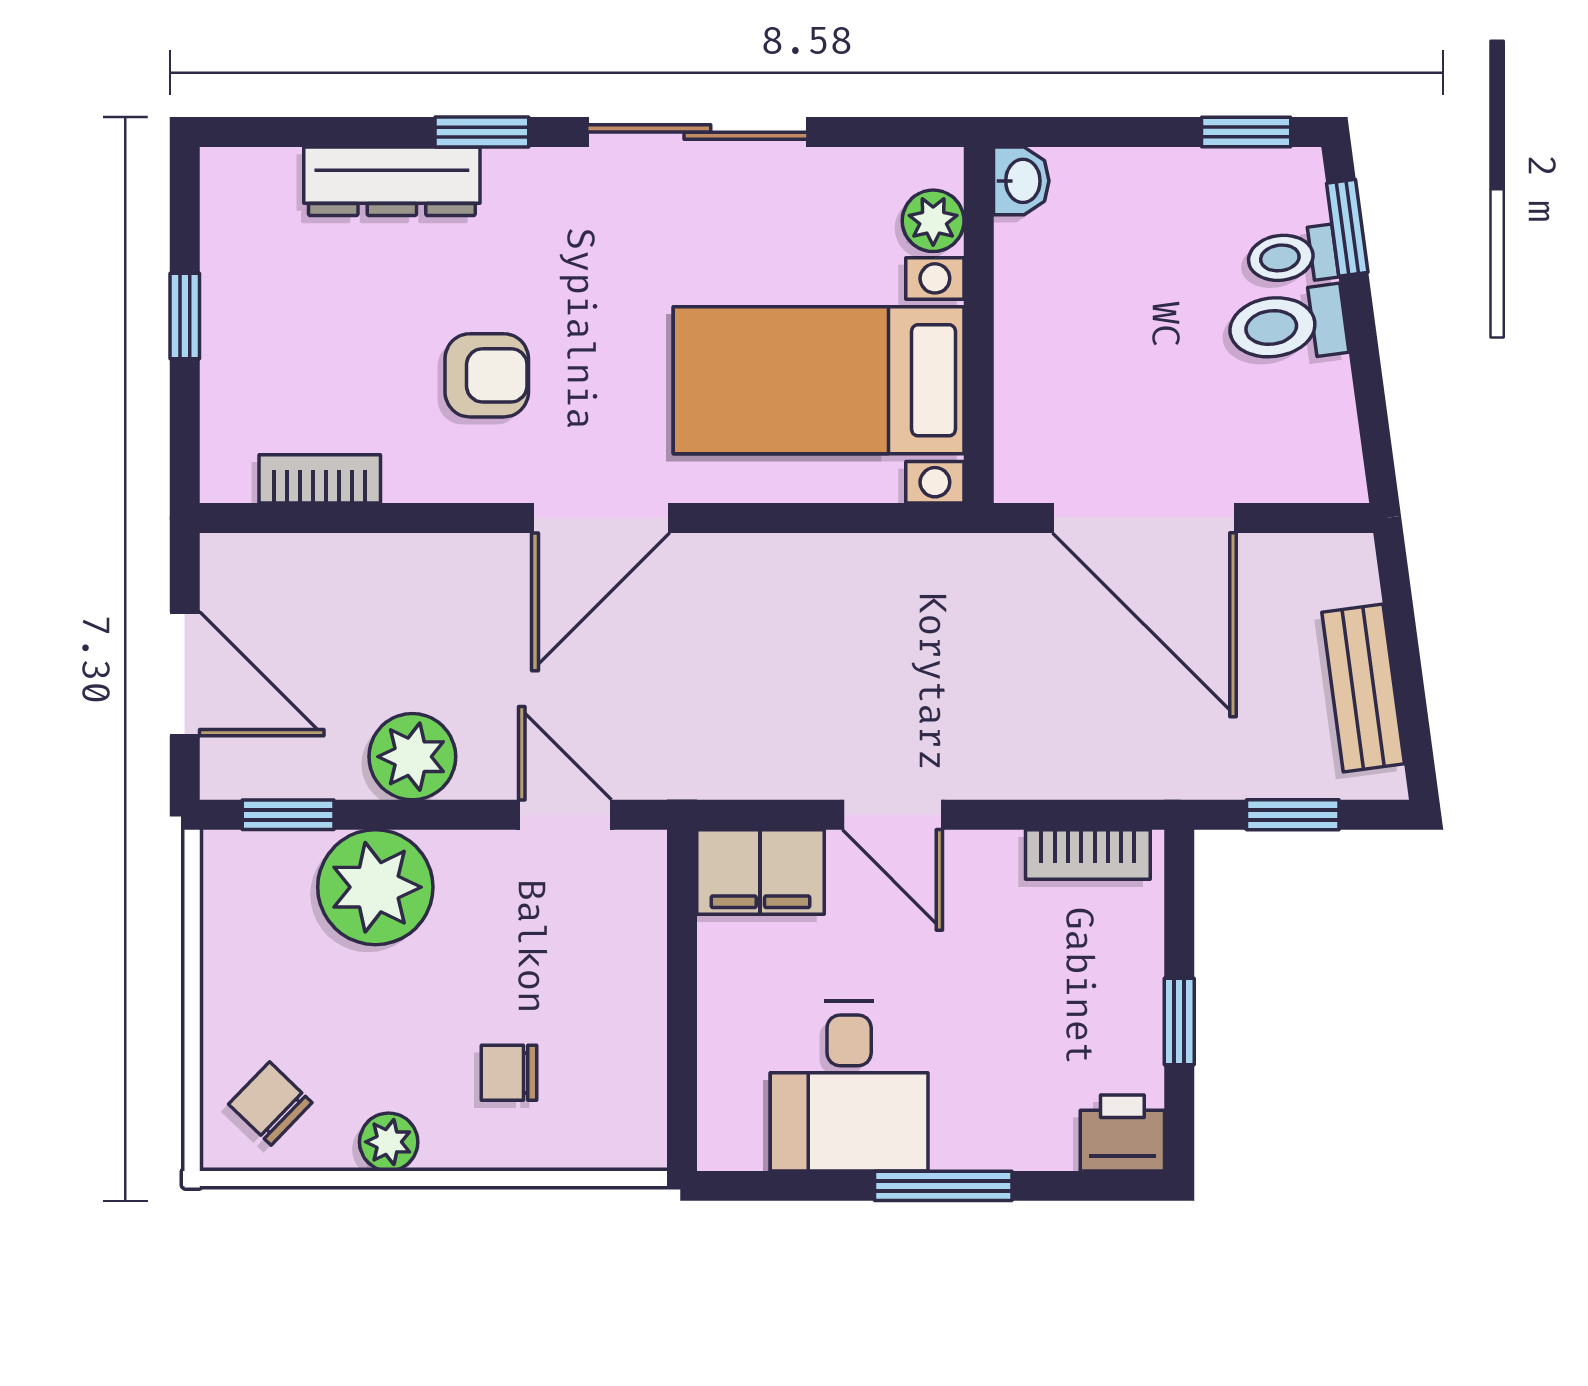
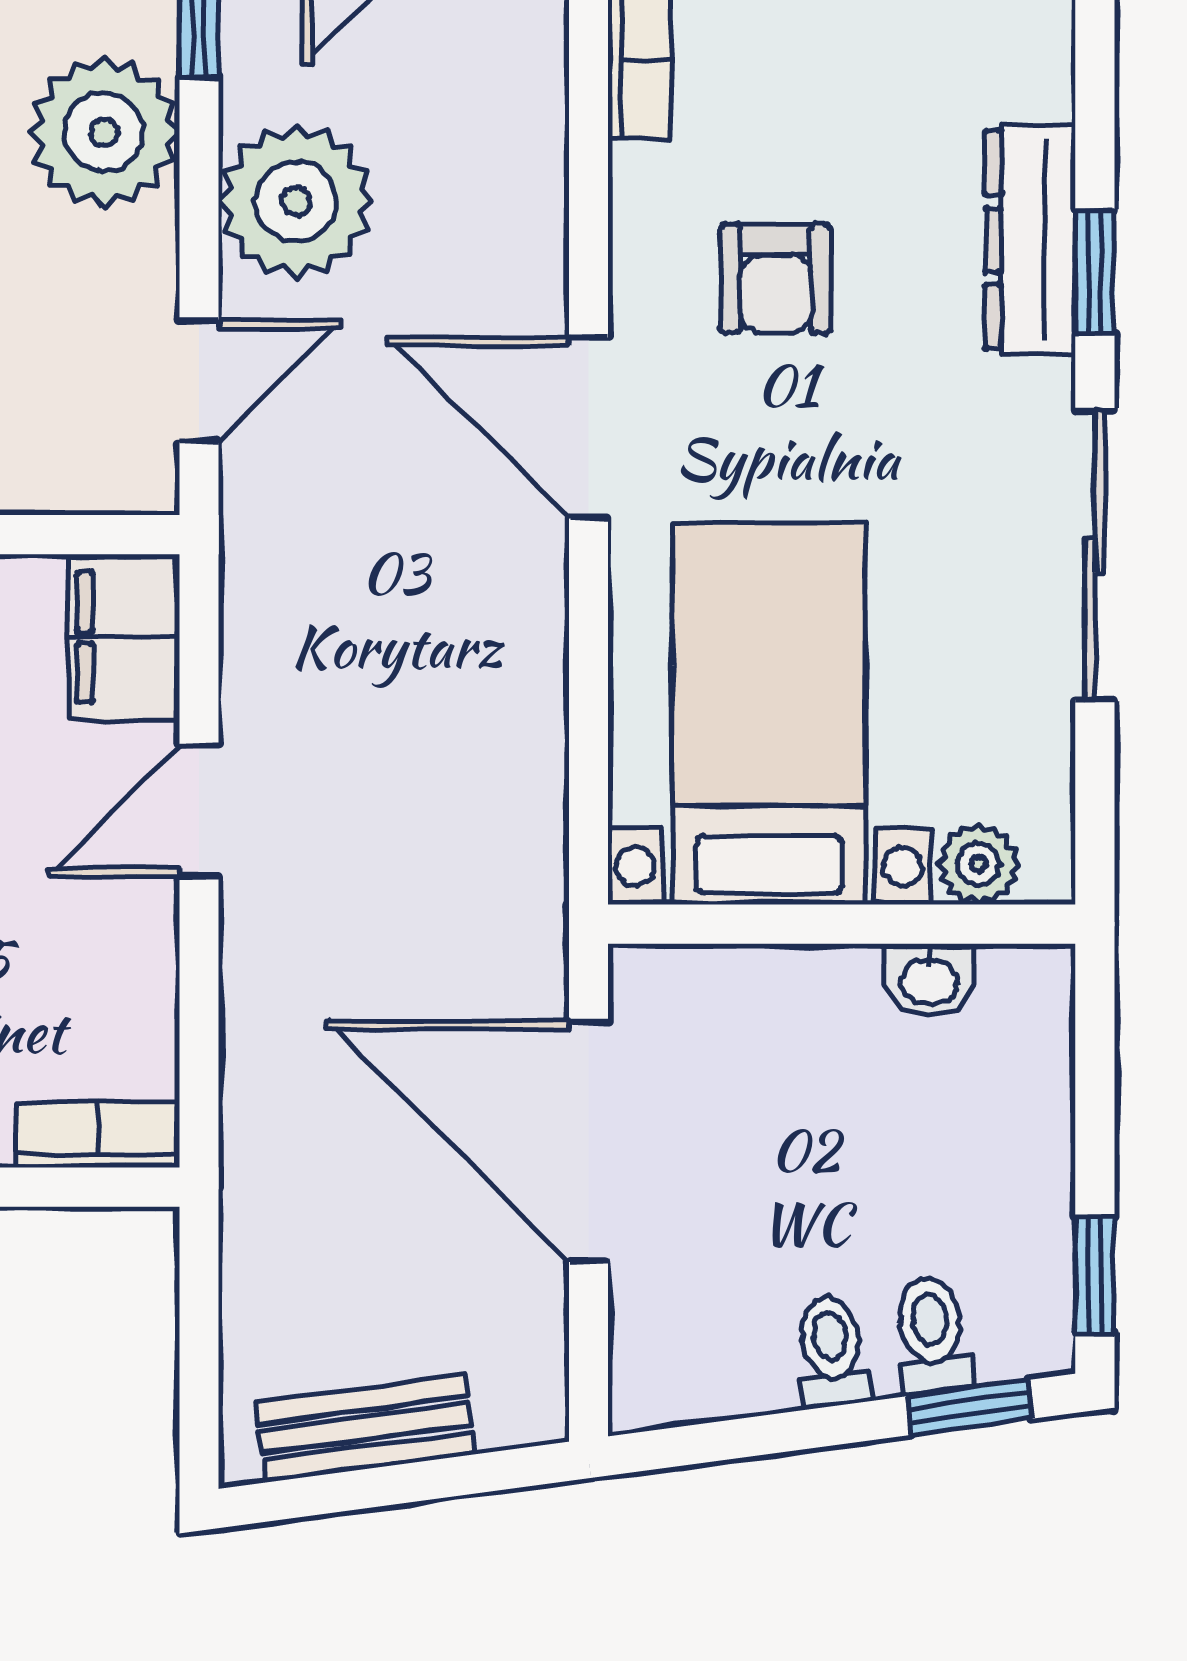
dresser: (392, 181) -> (1030, 240), moved
washbasin: (1021, 181) -> (929, 980), moved
toilet: (1287, 325) -> (832, 1351), width x0.73, depth x0.72
door: (1144, 518) -> (588, 1141), hinge flipped
plant: (412, 757) -> (296, 201), width x1.36, depth x1.36
window: (1293, 815) -> (199, 1336), removed
bookcase: (1088, 855) -> (98, 1135), moved, turned 90

